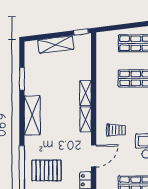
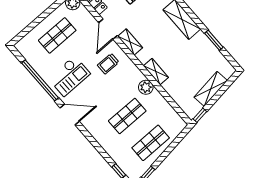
plant: (103, 88) -> (146, 87), added
shelving: (86, 119) -> (130, 42), moved

